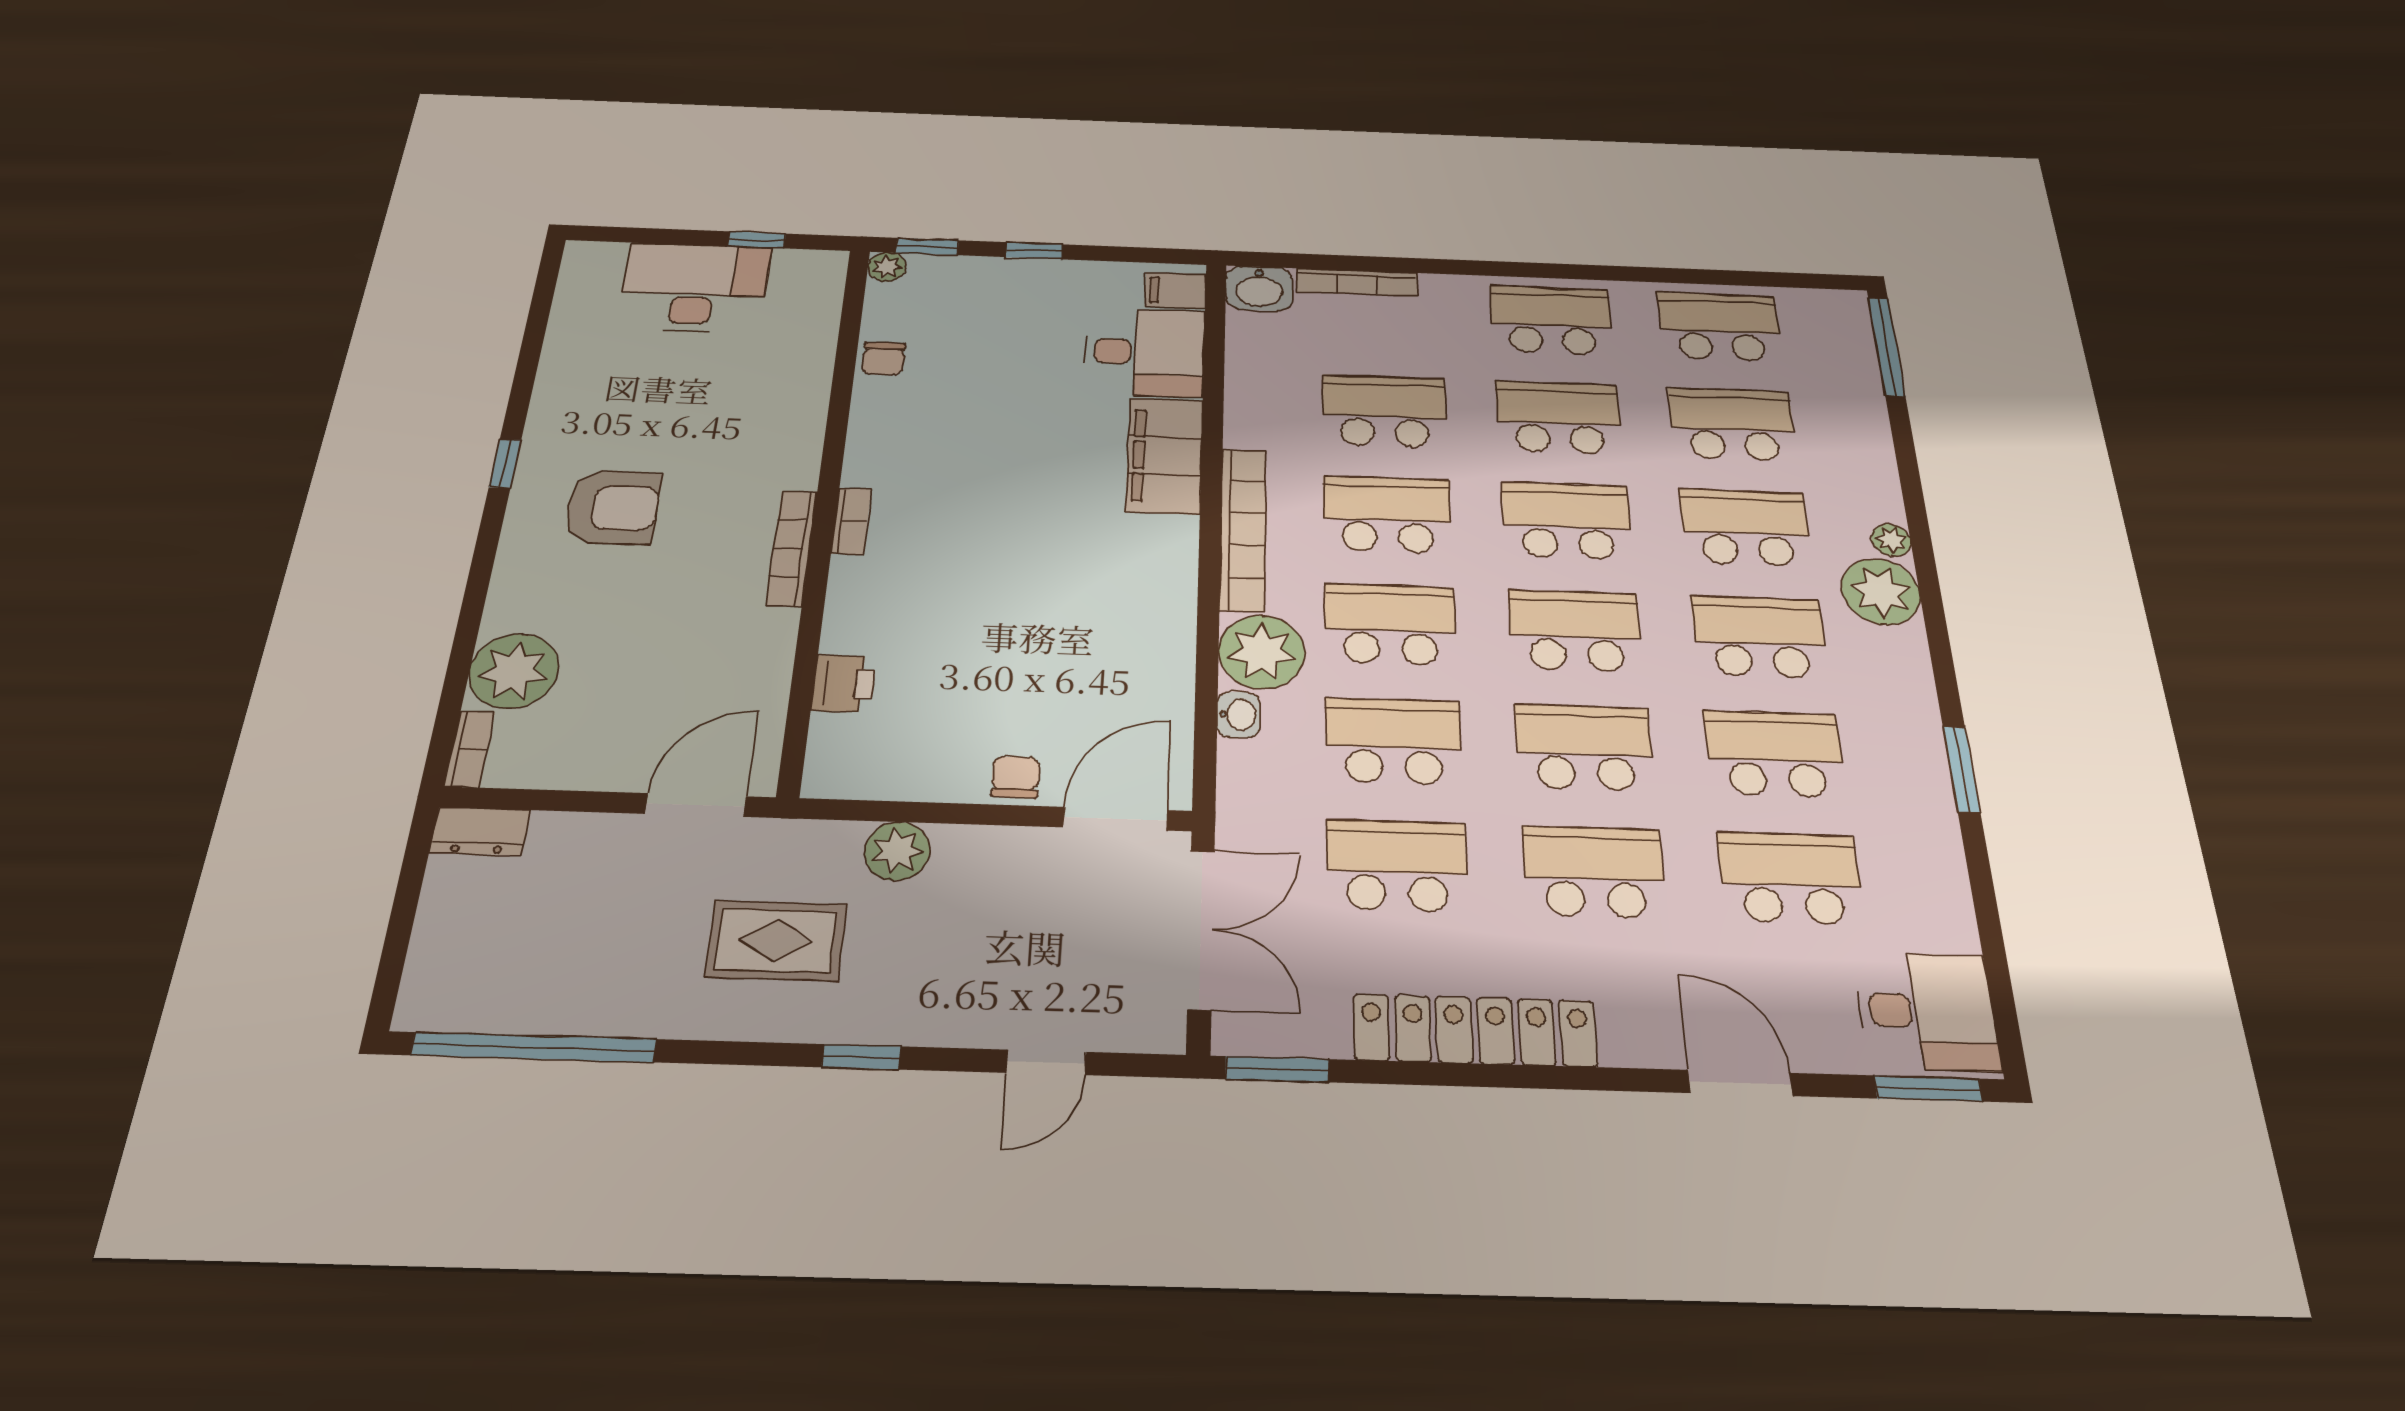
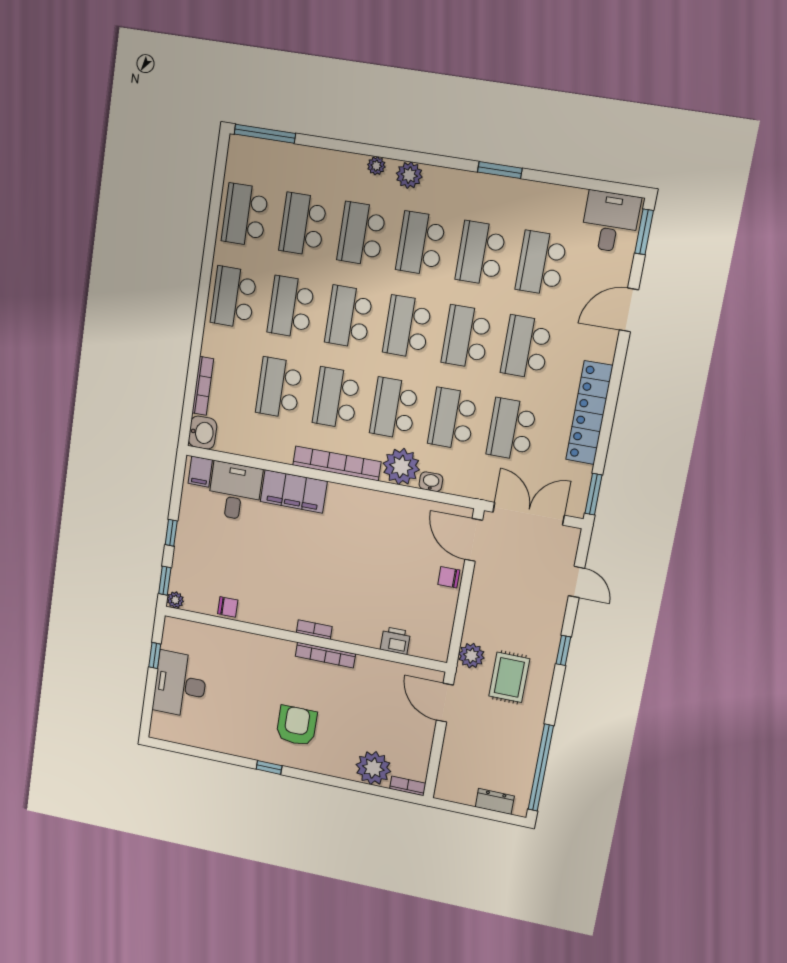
plant: (1881, 592) -> (409, 175), width x0.73, depth x0.73
dresser: (480, 831) -> (495, 801), moved, turned -90
plant: (897, 851) -> (471, 656), moved

